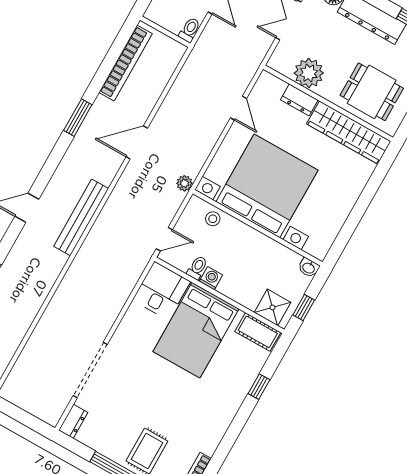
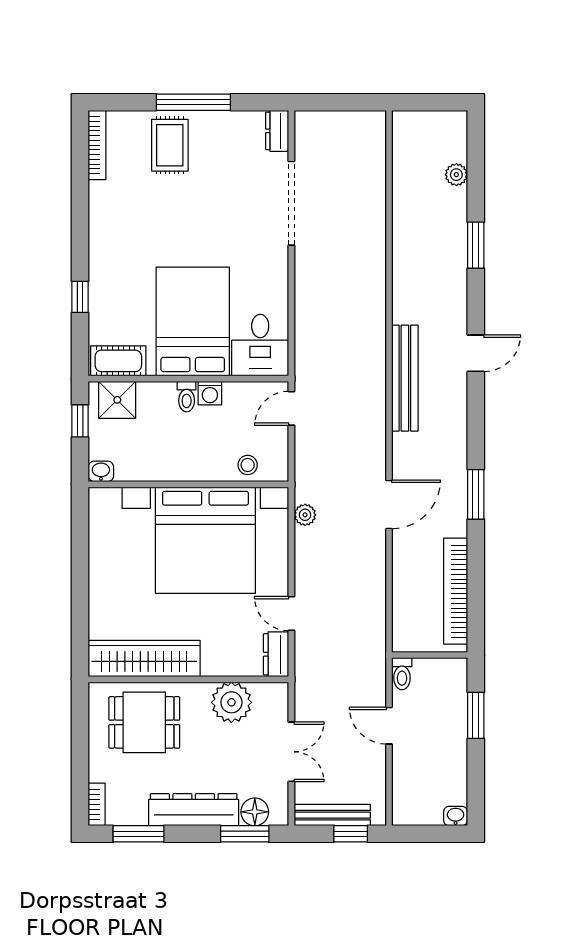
dresser: (299, 100) -> (276, 654), moved, turned -90
plant: (184, 183) -> (305, 515), moved
toilet: (197, 268) -> (187, 397), moved

